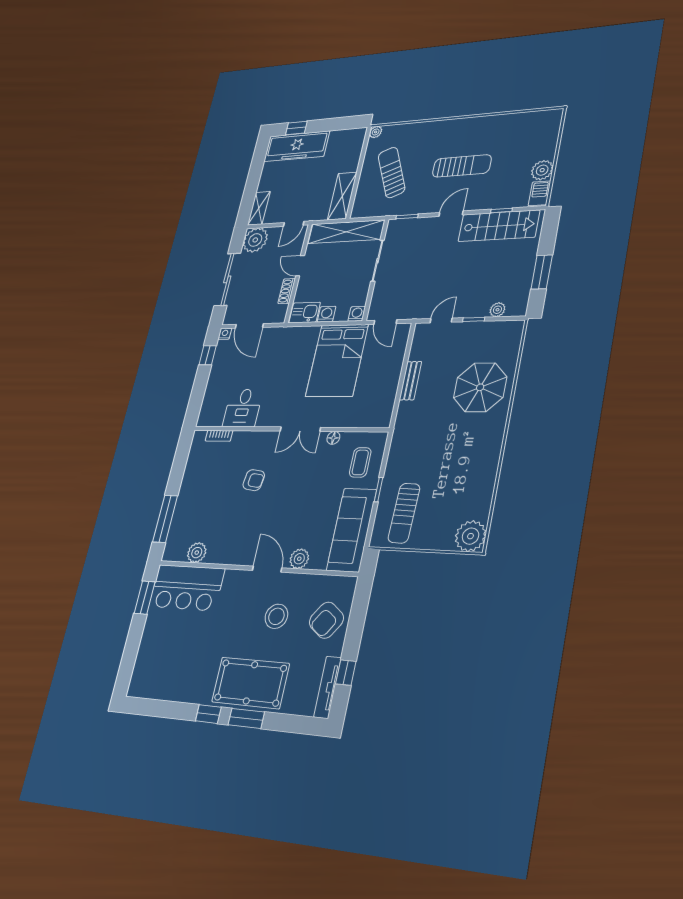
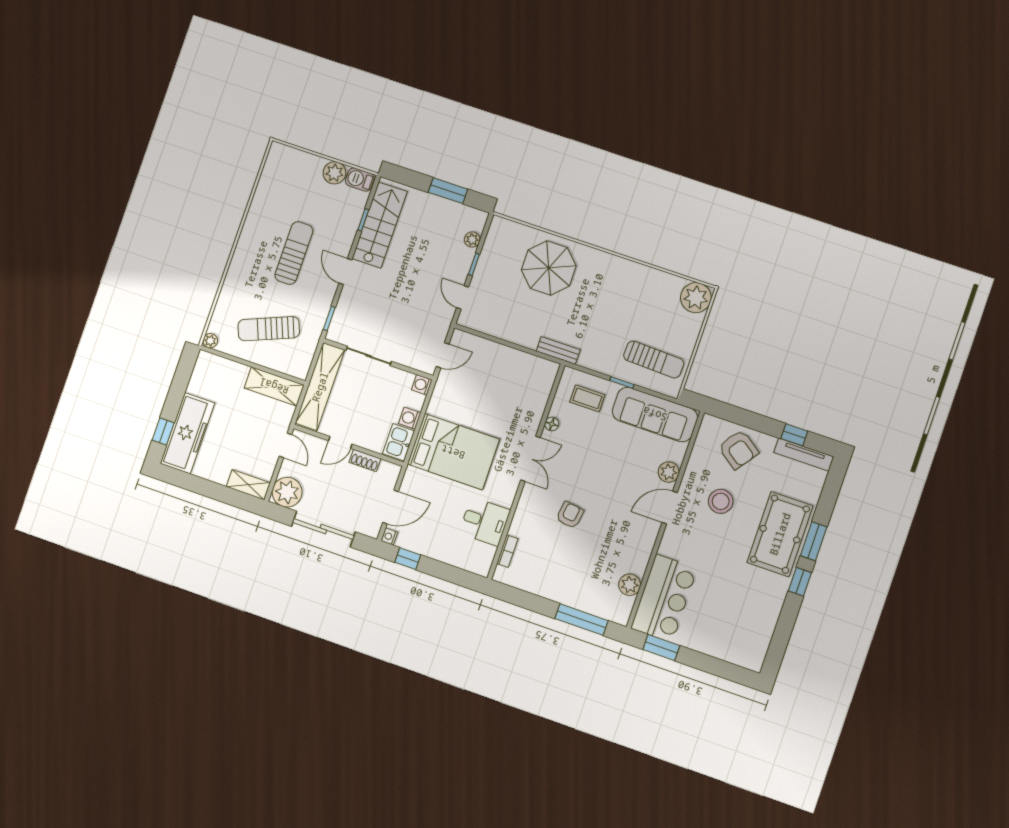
bed: (337, 360) -> (453, 452), moved
bench: (410, 381) -> (558, 351), moved

